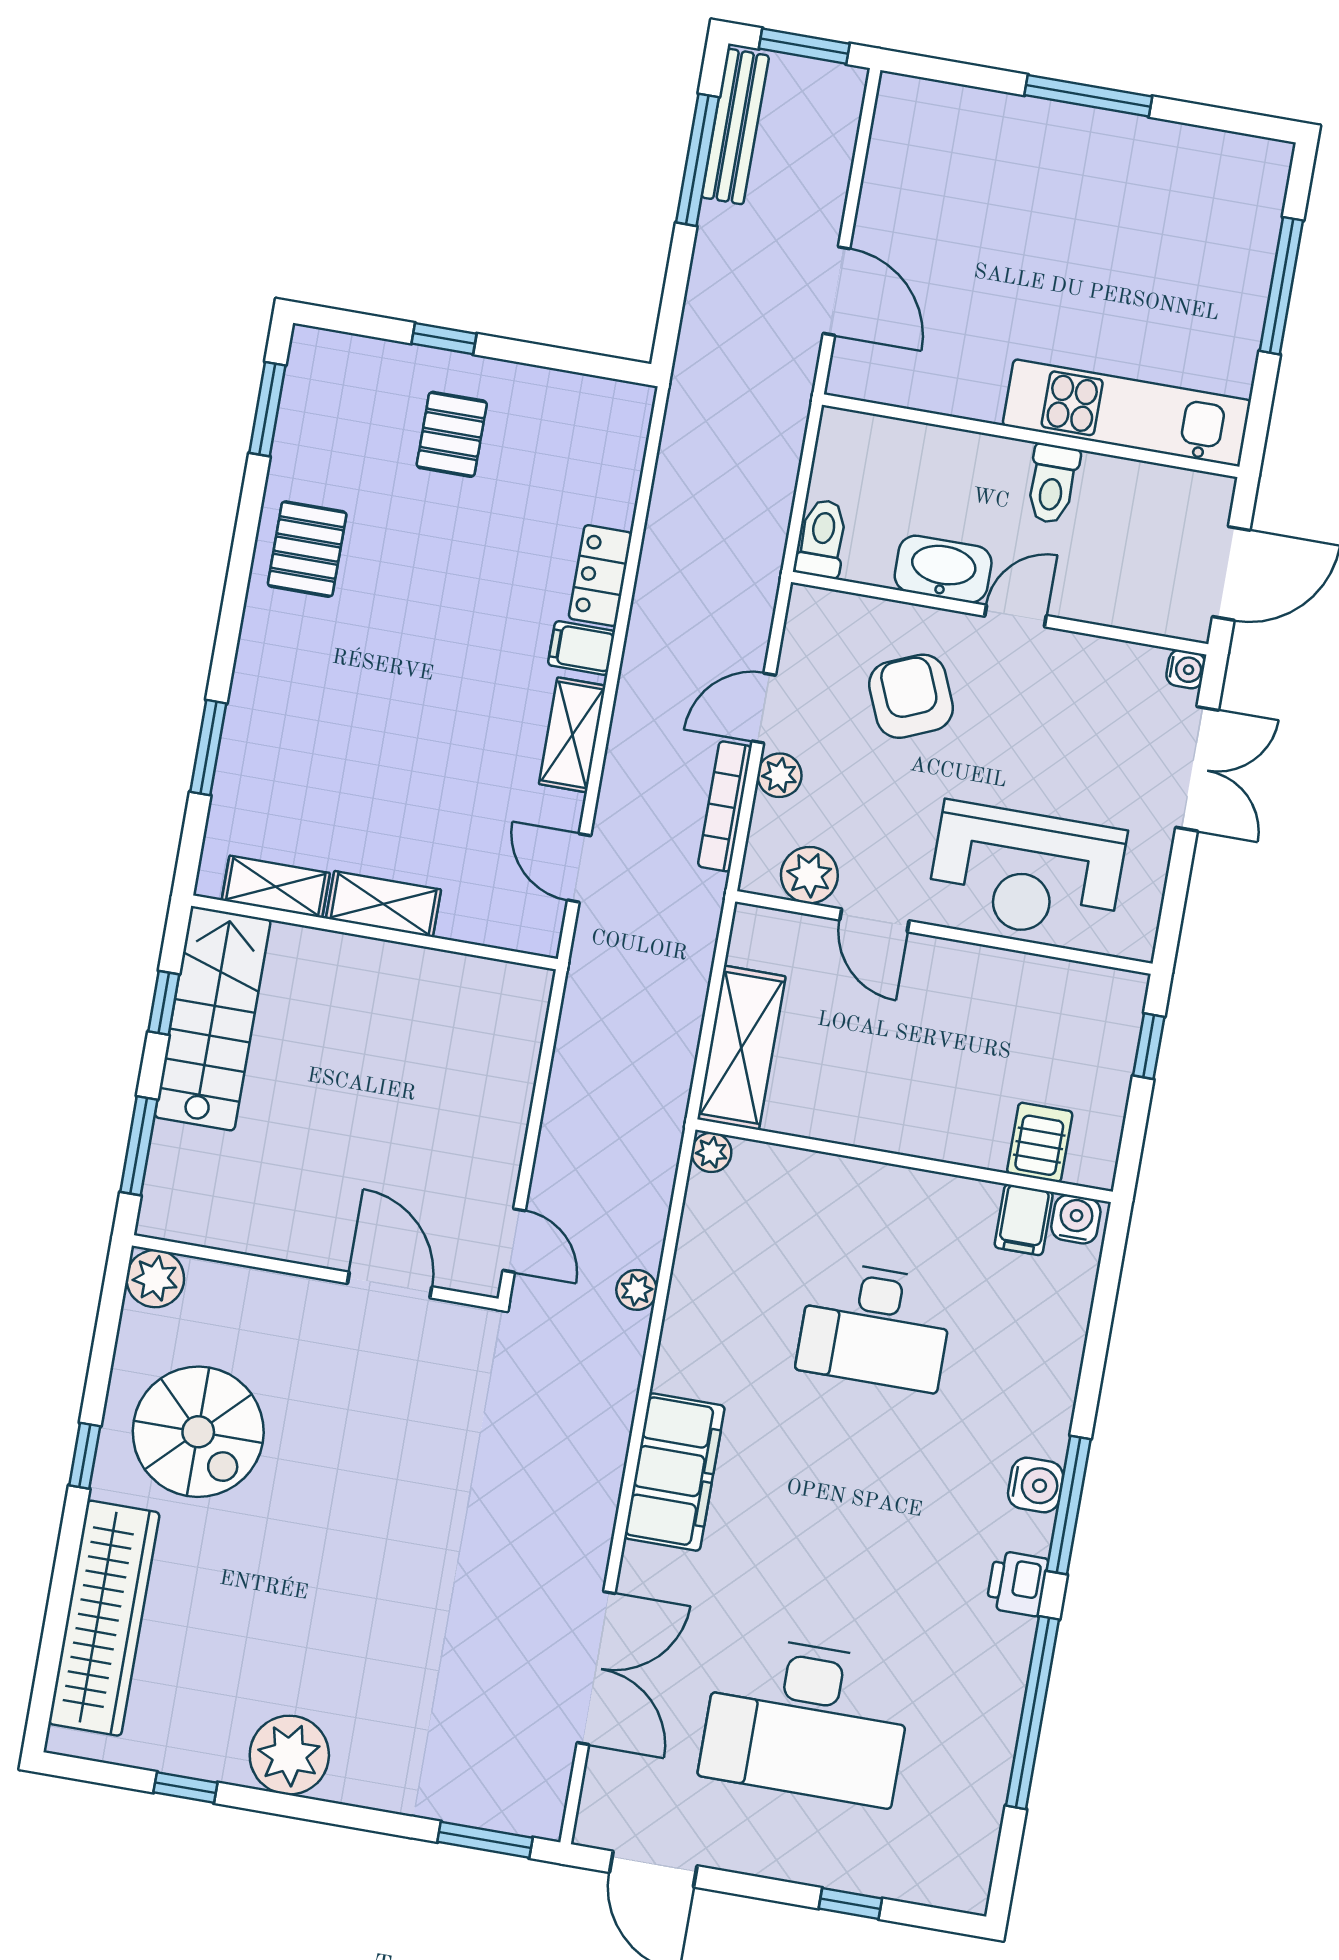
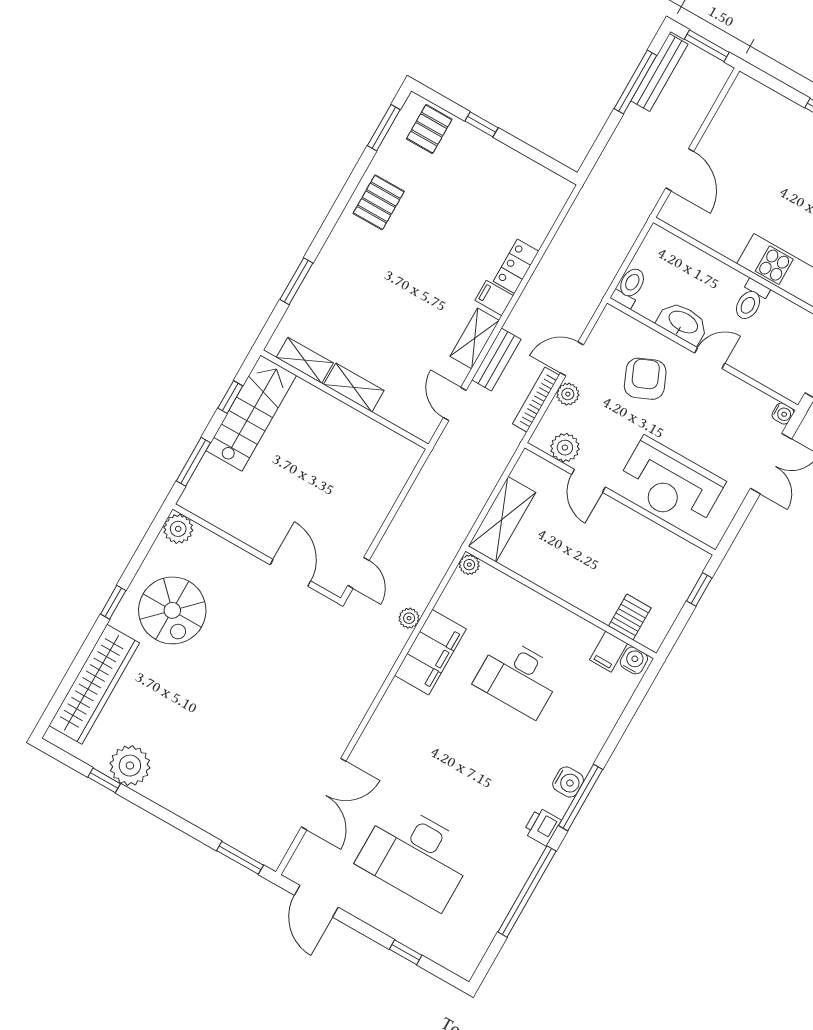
pallet: (452, 434) -> (429, 129), moved
bench: (626, 759) -> (496, 360), added
filing cabinet: (675, 1472) -> (430, 652), moved
plant: (289, 1755) -> (130, 766), moved

